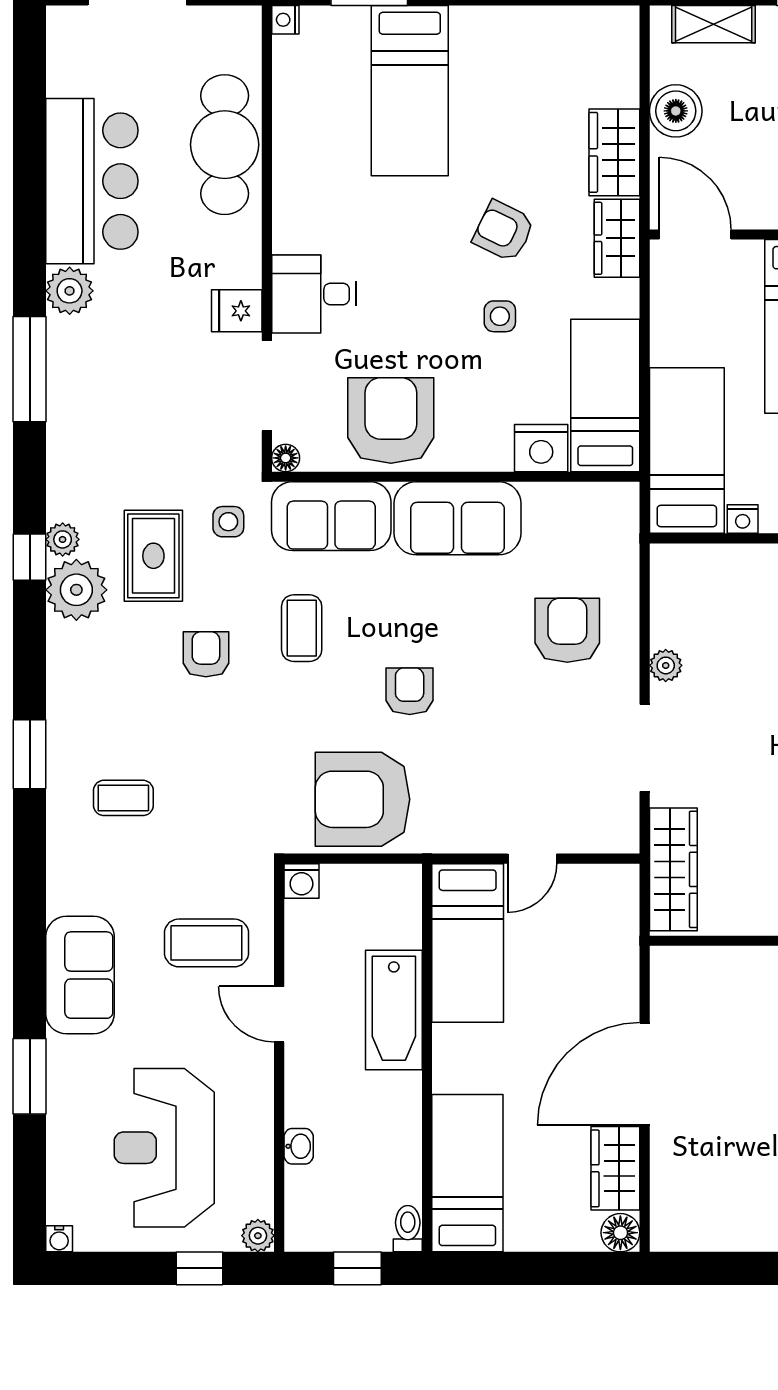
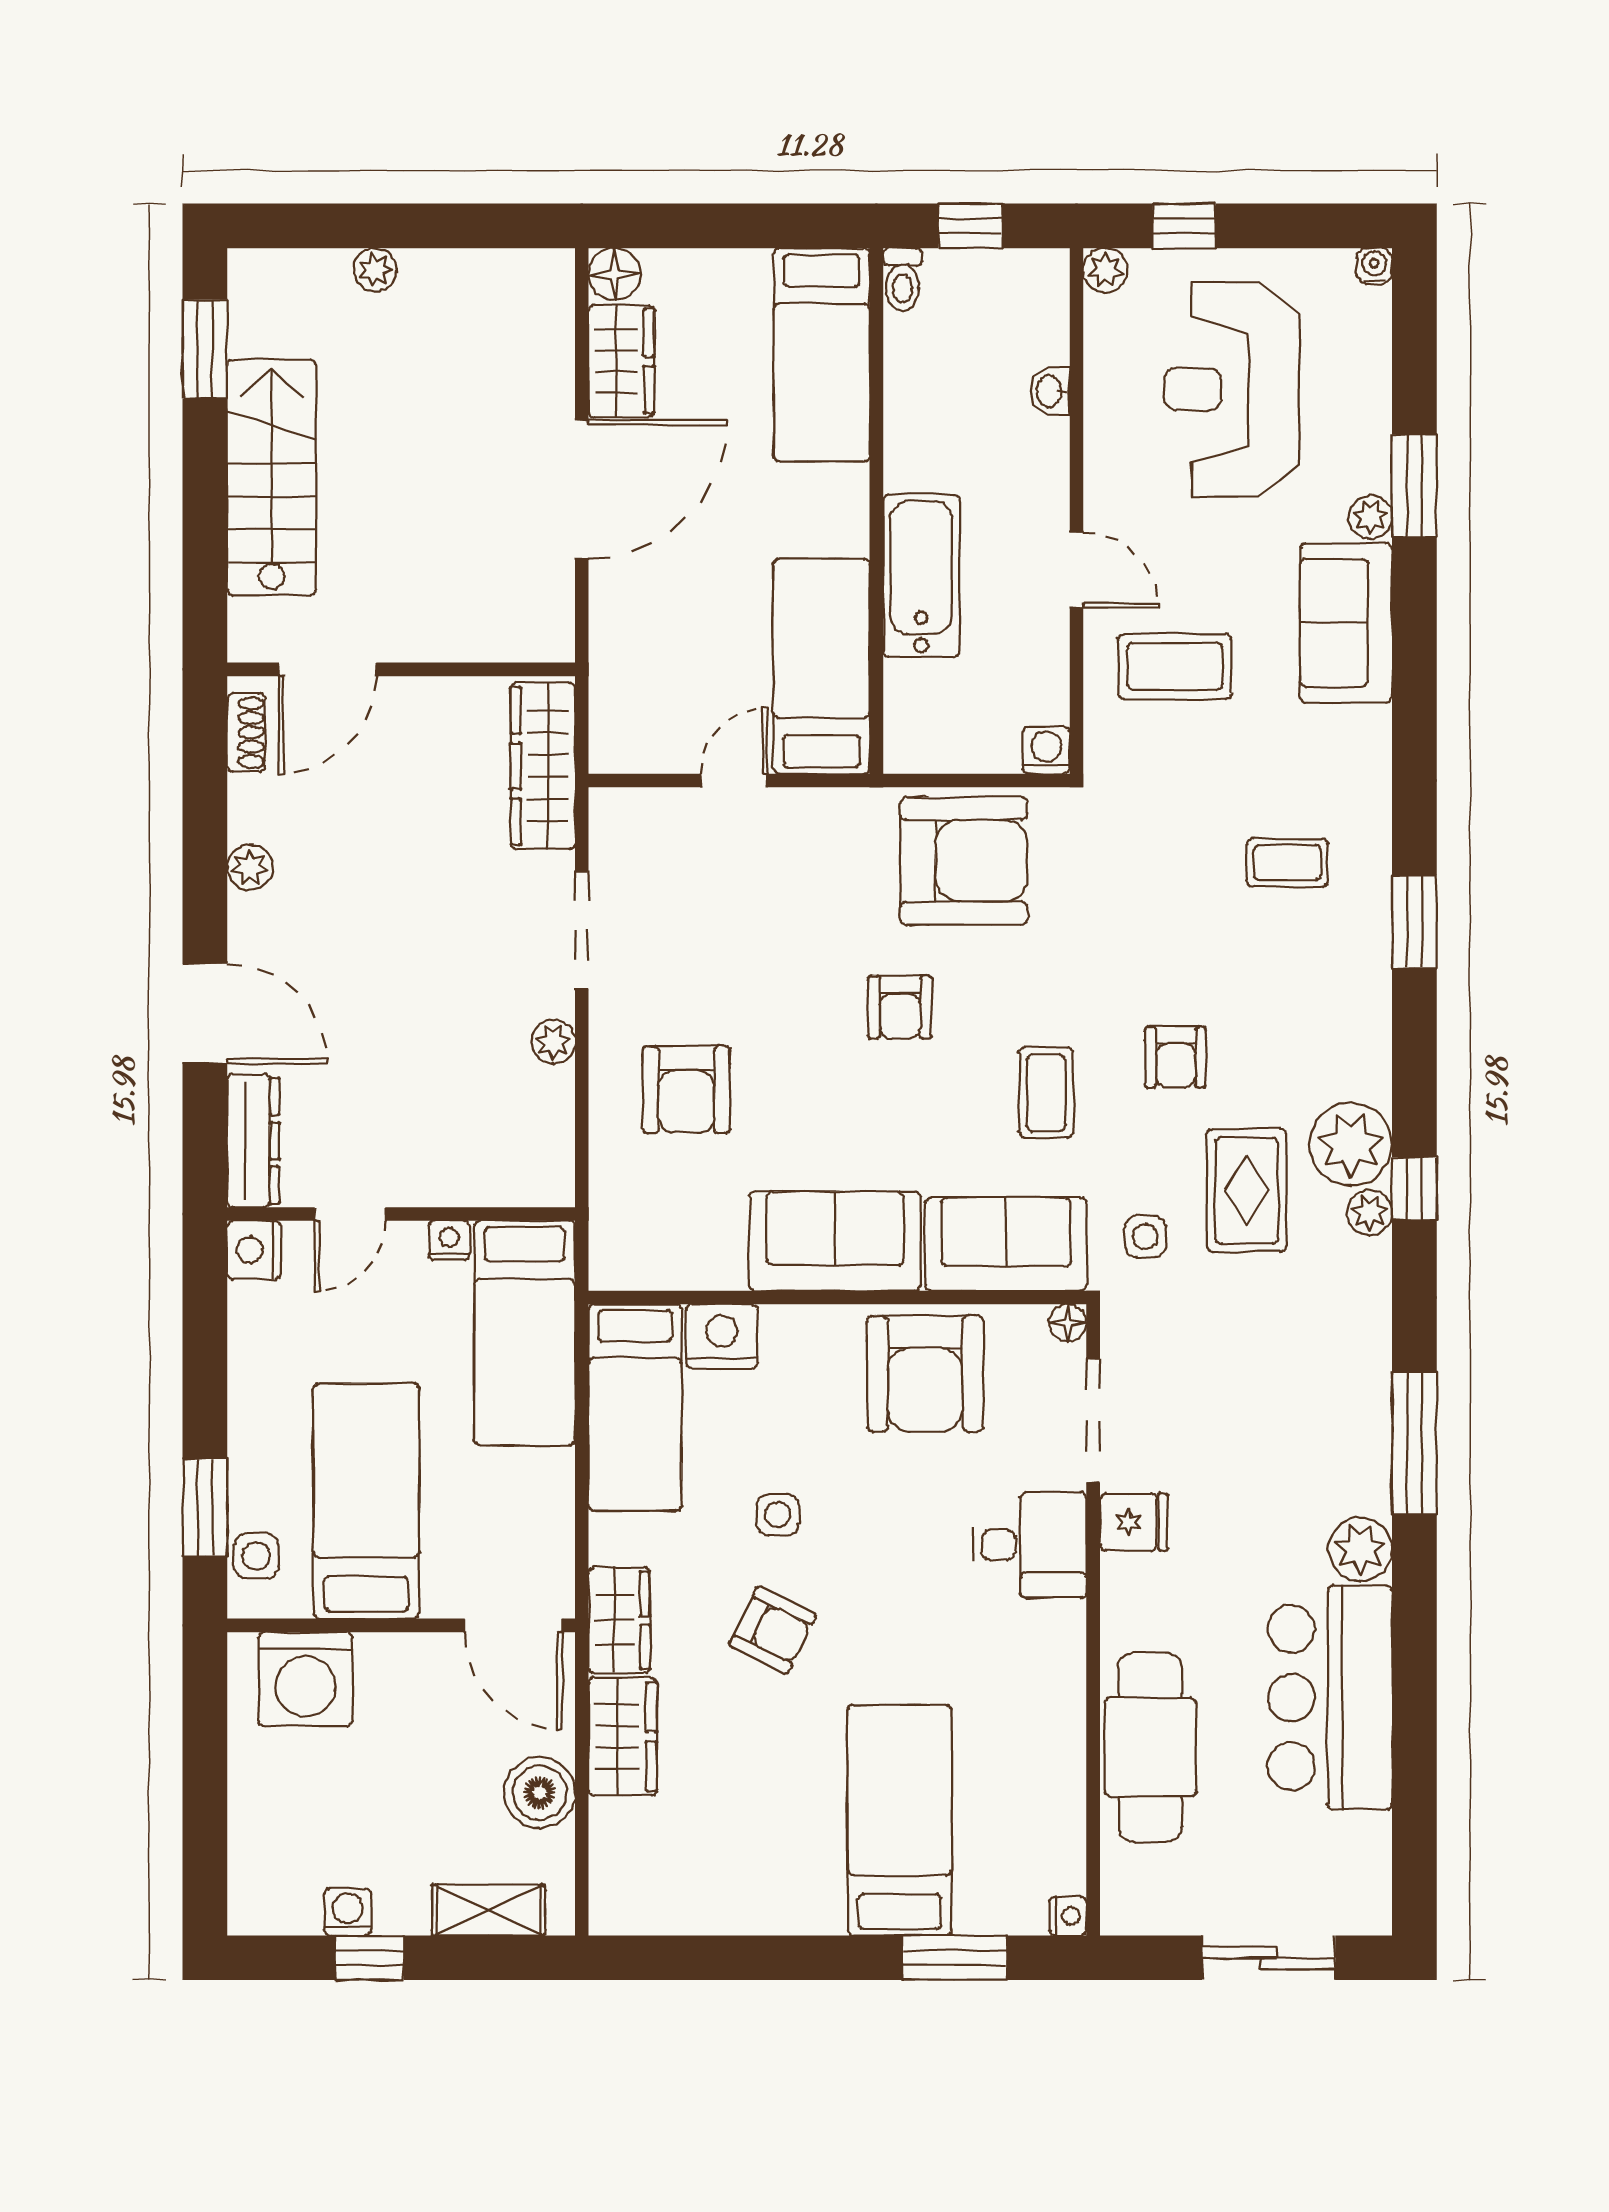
plant: (62, 1053) -> (1370, 517), added
reception desk: (164, 1148) -> (1232, 389), turned 180

